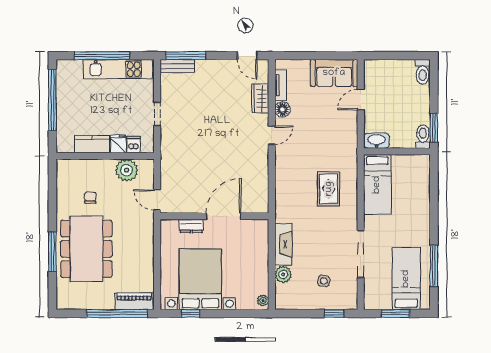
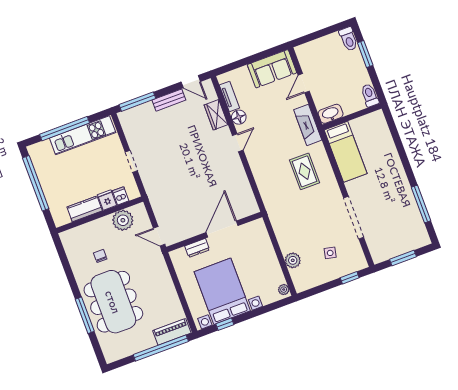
bench: (177, 66) -> (169, 100), moved
window: (434, 128) -> (365, 54), moved
fireplace: (283, 244) -> (308, 125), moved, turned 180
bed: (406, 279) -> (401, 224), removed

